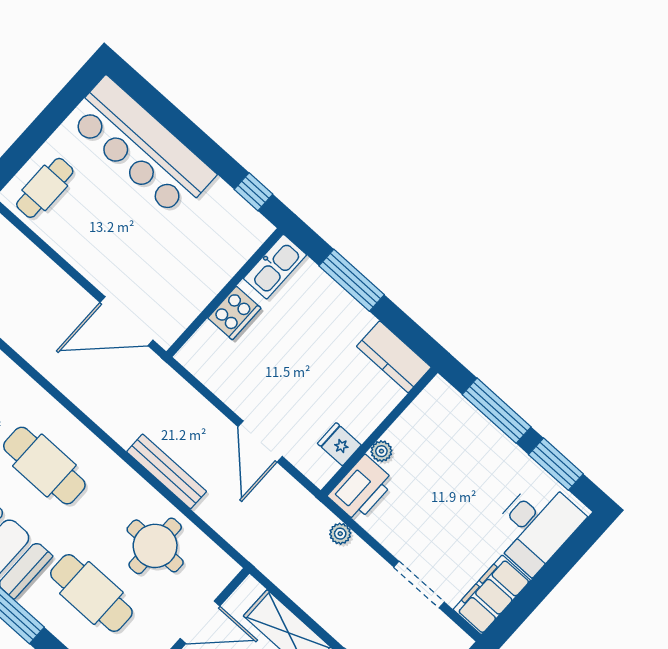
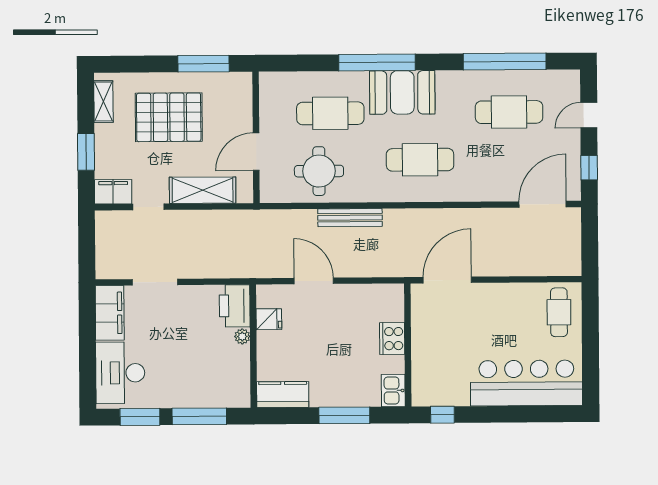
kitchen sink: (275, 267) -> (393, 390), width x0.73
plant: (340, 534) -> (224, 271), removed

